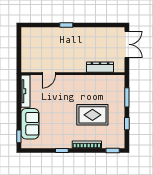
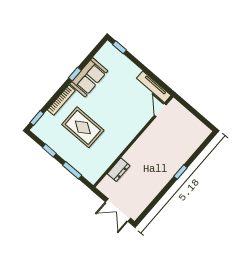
dresser: (100, 67) -> (119, 170), width x0.70
door: (49, 74) -> (160, 110), moved
rug: (92, 115) -> (83, 127), turned 90
sofa: (30, 124) -> (89, 77), moved, turned -90

